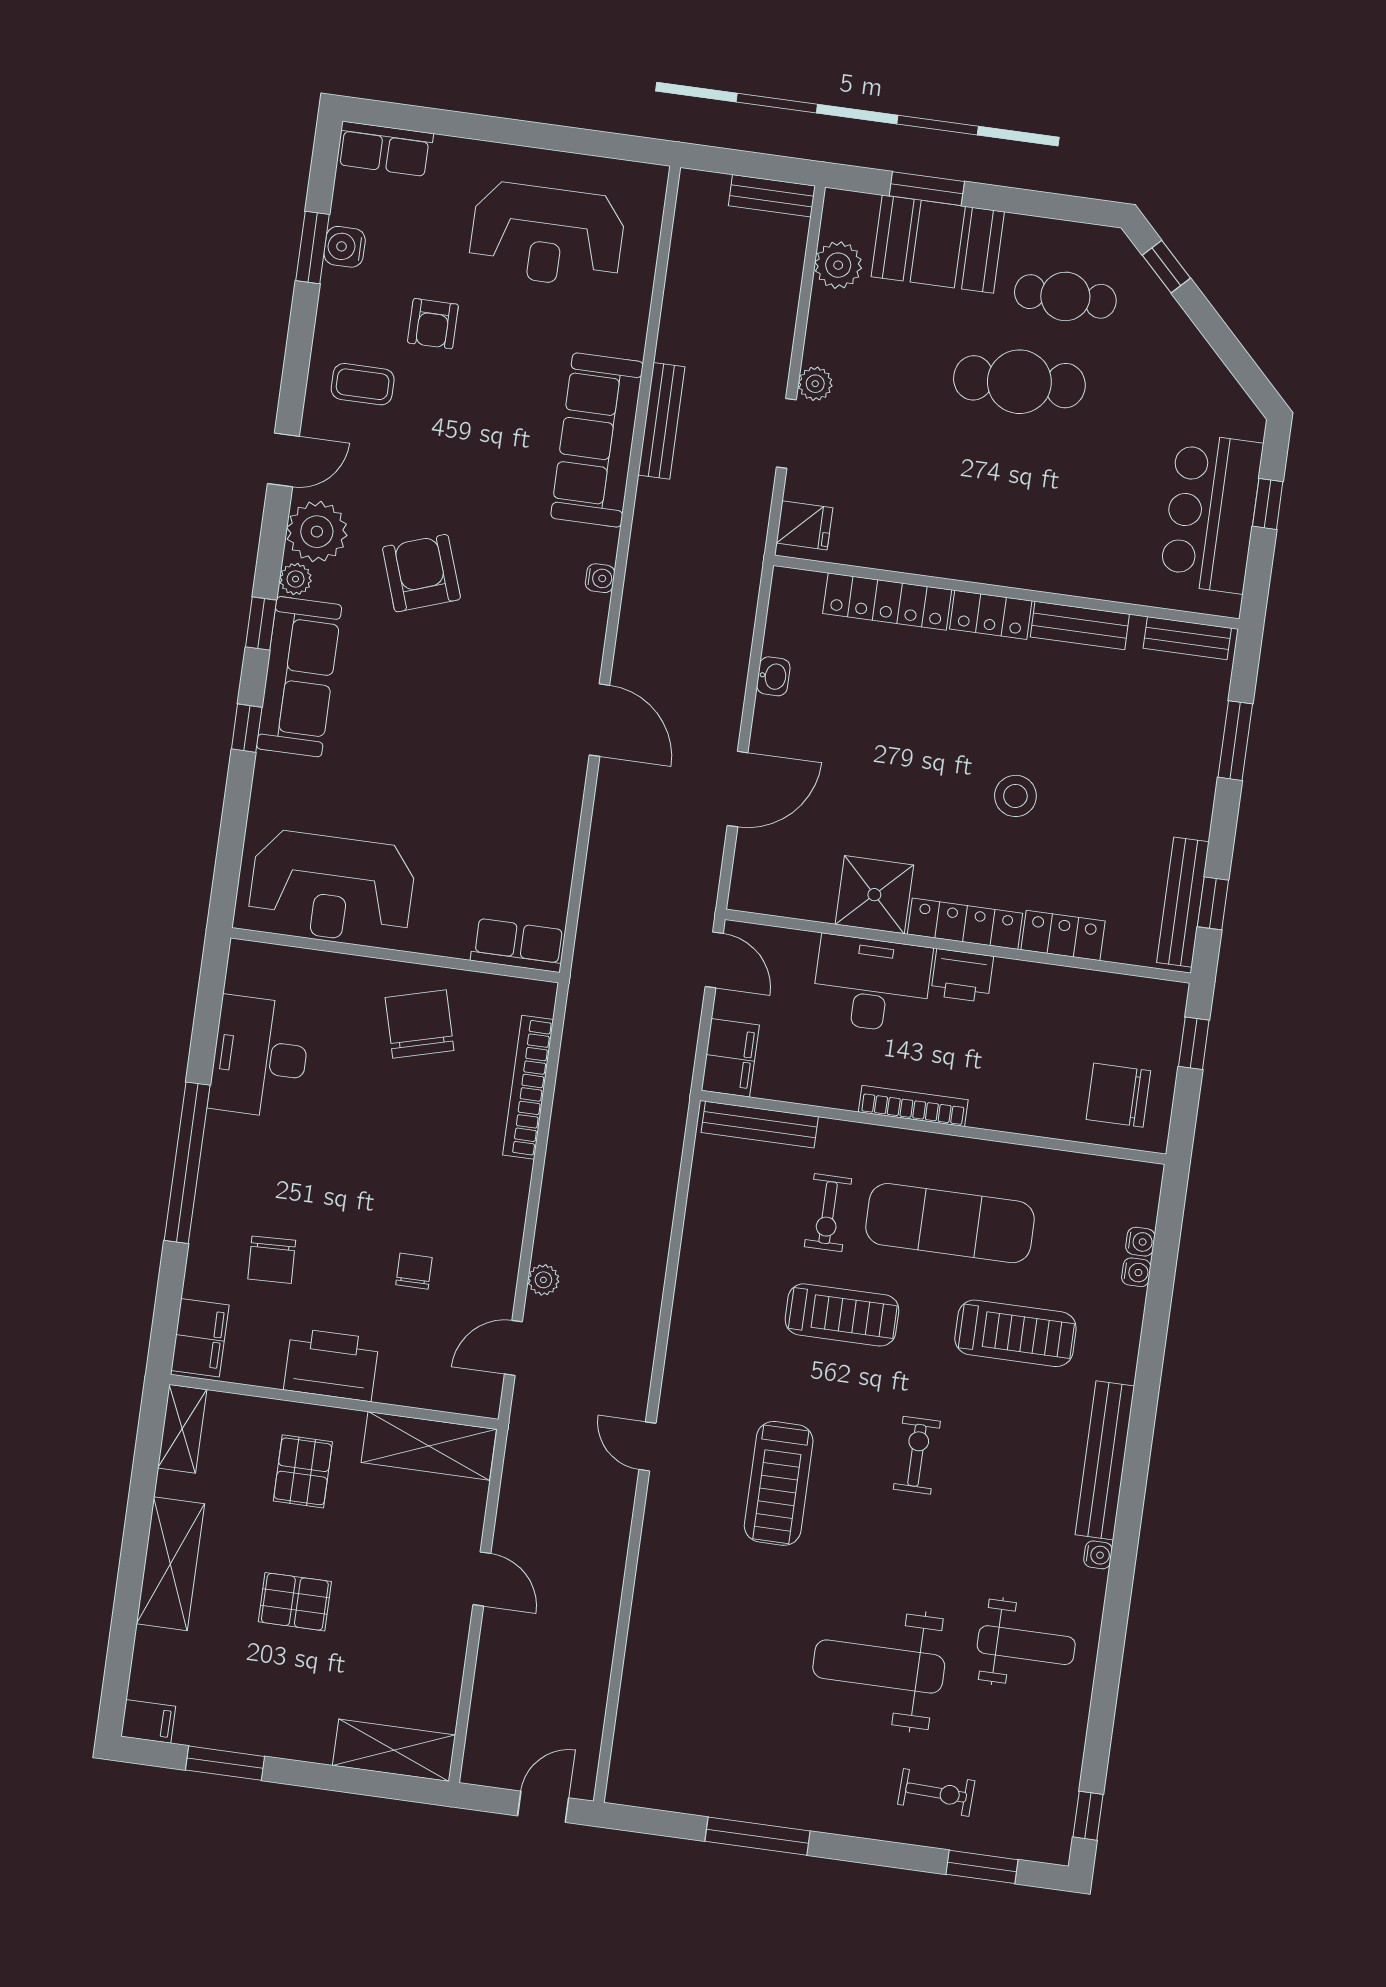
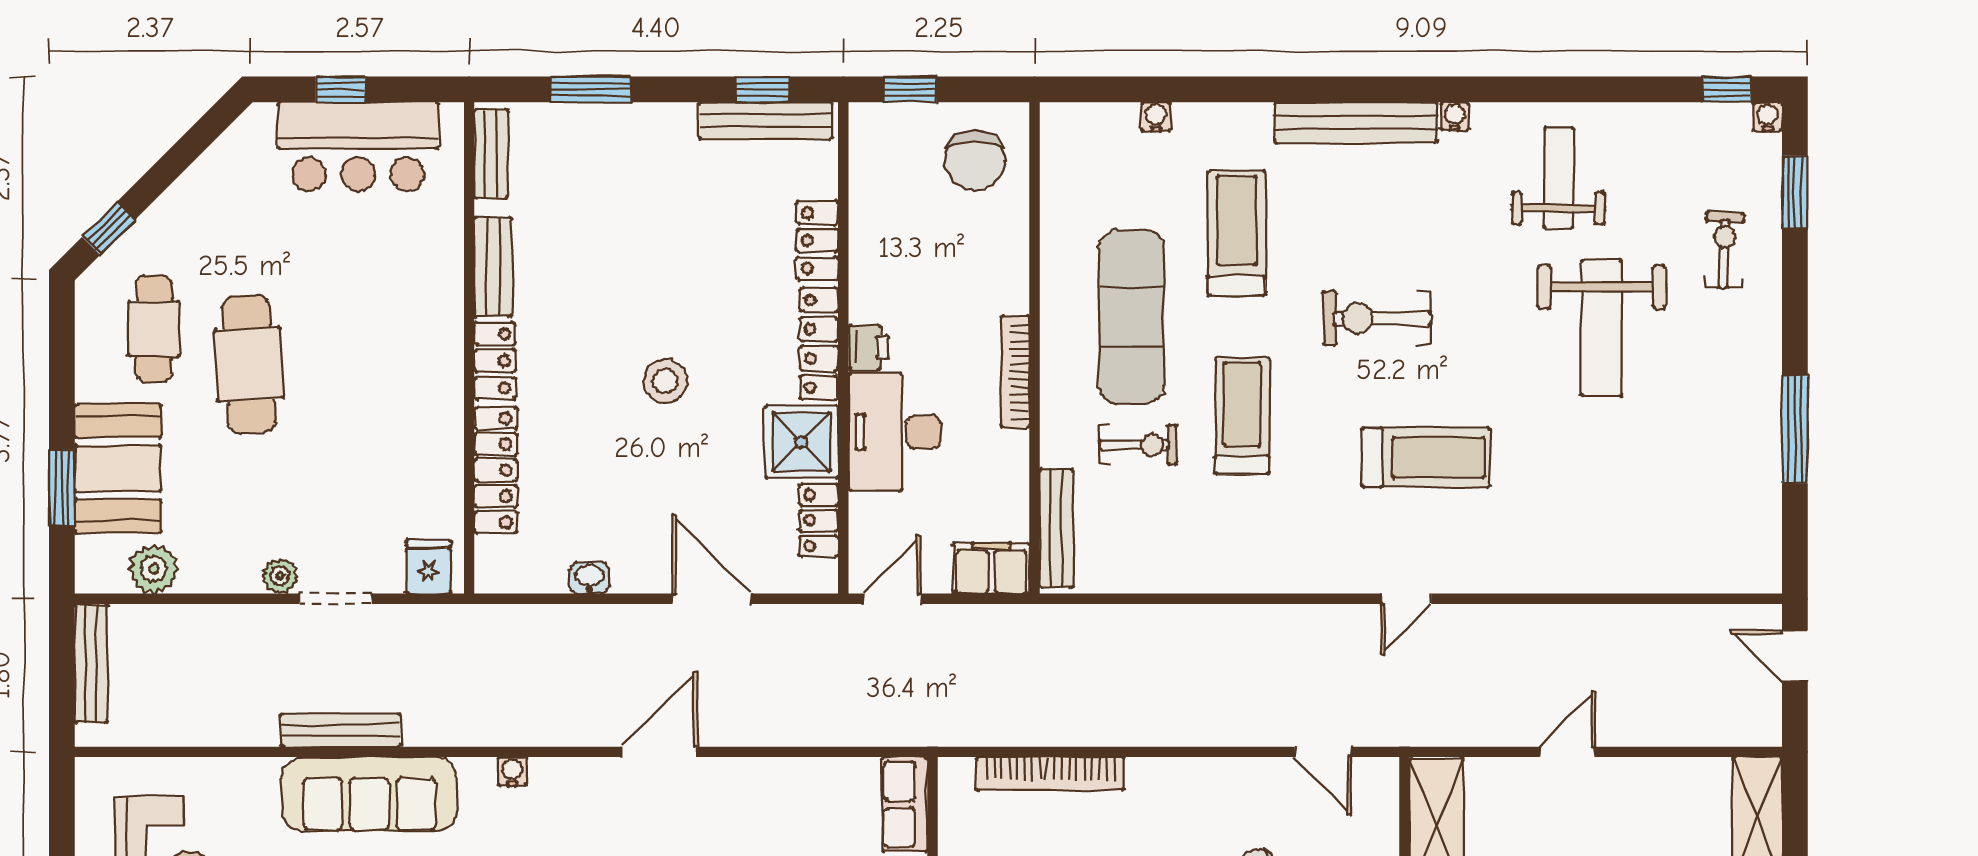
bench: (772, 196) -> (91, 663), width x1.36
stool: (1015, 796) -> (665, 381), moved
locker: (798, 901) -> (819, 520), added
printer: (962, 976) -> (868, 347), width x0.73, depth x0.81
water cooler: (1140, 1242) -> (1768, 117), moved
plant: (543, 1280) -> (1248, 730), removed
exercise bike: (917, 1455) -> (1377, 318), width x1.38, depth x1.39

